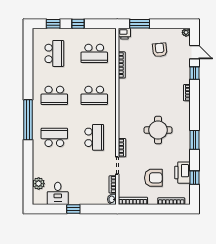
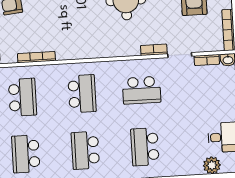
school desk: (54, 53) -> (26, 154), turned -90
school desk: (54, 95) -> (85, 150), turned 180
school desk: (94, 137) -> (142, 90), turned 180

